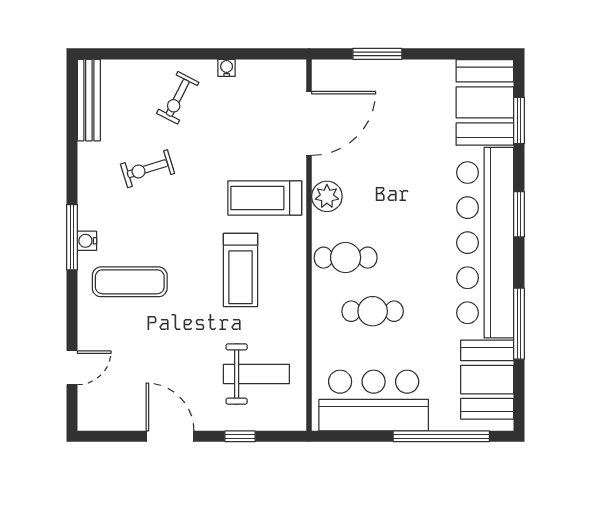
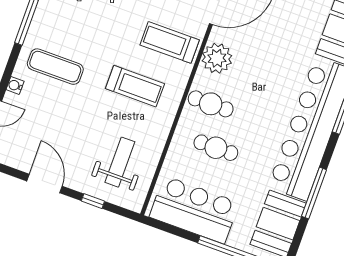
plant: (327, 196) -> (217, 58), width x1.36, depth x1.36
water cooler: (87, 241) -> (15, 85), moved
treadmill: (241, 270) -> (135, 86), turned -90
weight bench: (256, 374) -> (120, 162), turned -90

